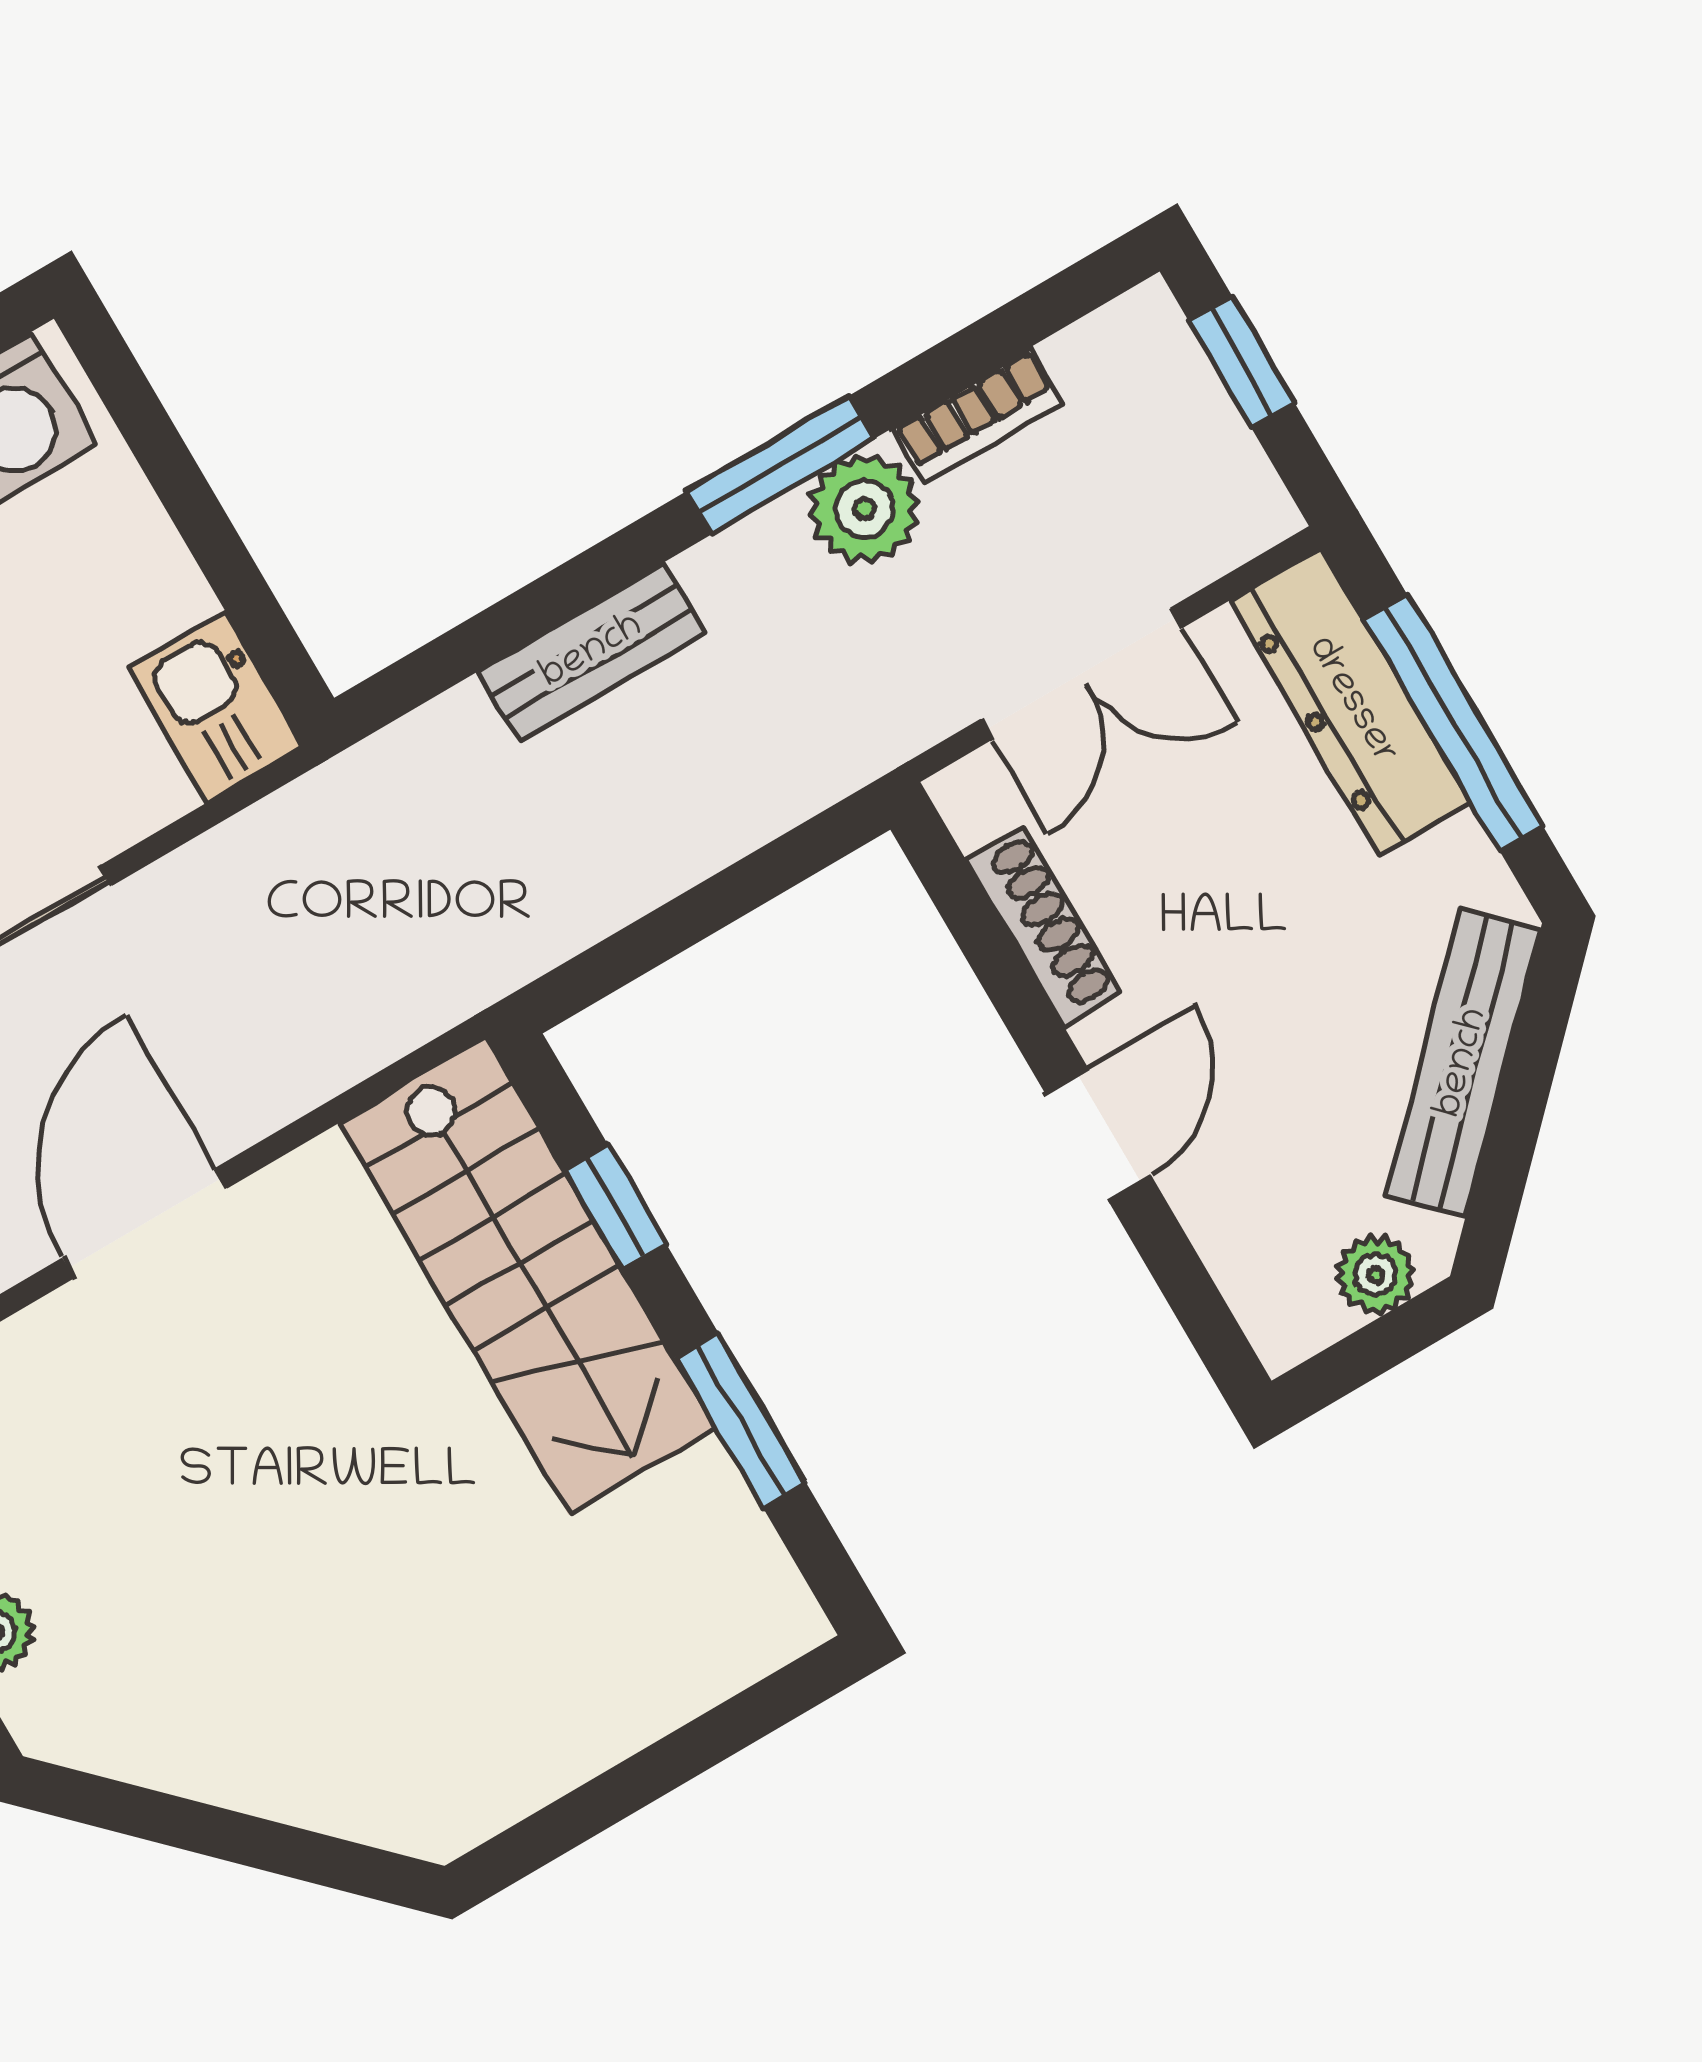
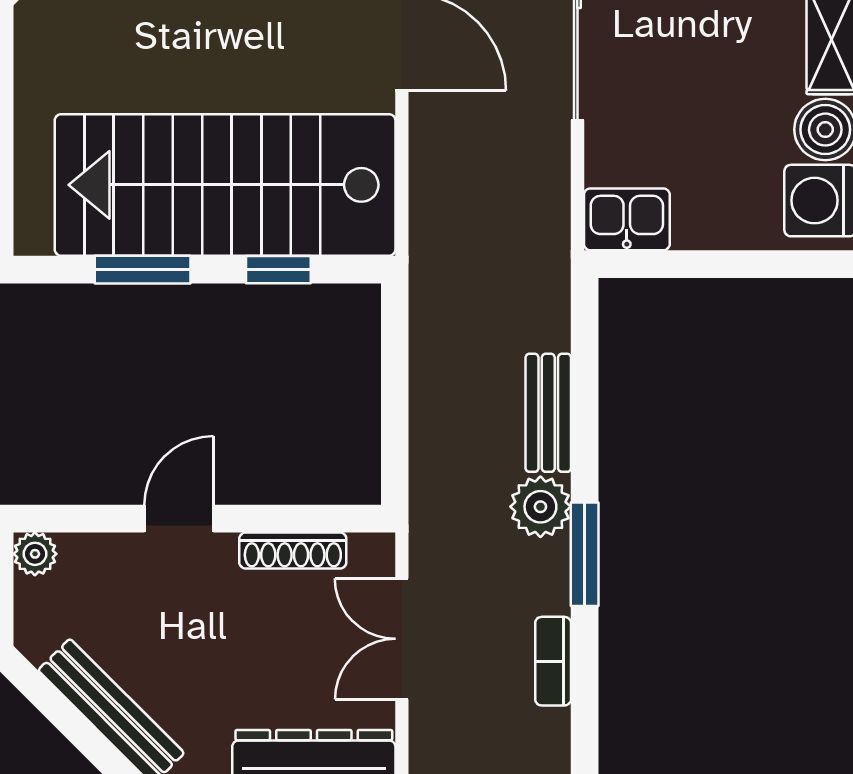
plant: (864, 509) -> (540, 507), moved
door: (1098, 1134) -> (179, 519), swing flipped
plant: (1375, 1275) -> (35, 554), moved
stairs: (528, 1276) -> (225, 185), width x1.36, depth x1.51

